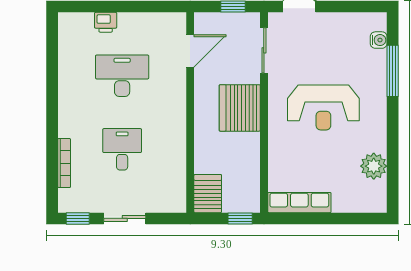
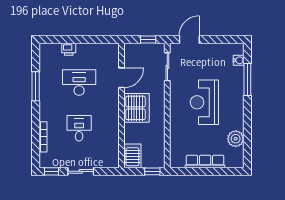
door: (190, 51) -> (121, 78), moved
window: (52, 82) -> (36, 86), added
reception desk: (323, 107) -> (204, 102), turned 90
server rack: (240, 108) -> (136, 108), moved, turned 180
row of seats: (299, 203) -> (205, 161), moved

